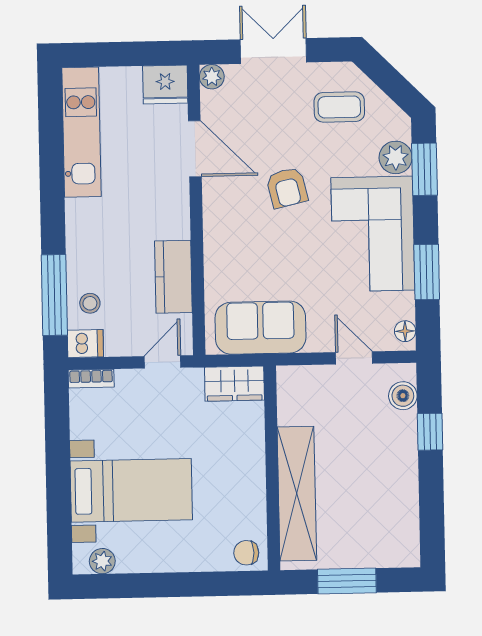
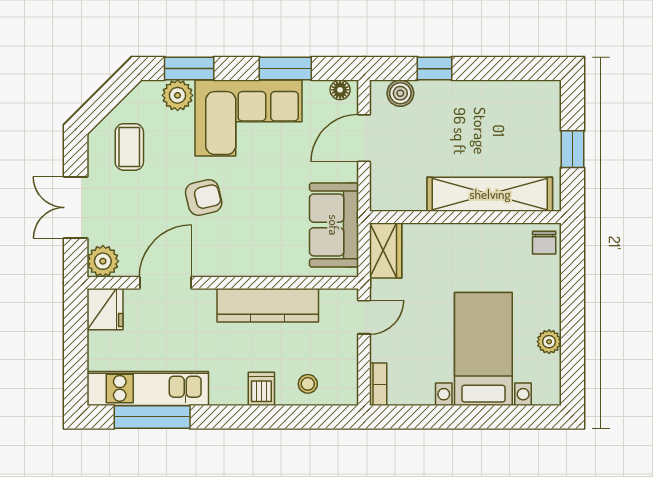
plant: (212, 77) -> (103, 261), width x1.38, depth x1.38
kitchen counter: (173, 277) -> (268, 305), width x1.50
window: (54, 295) -> (152, 417), moved
dishwasher: (85, 344) -> (261, 389), moved
door: (354, 358) -> (364, 138), width x1.38
door: (163, 362) -> (364, 317), swing flipped
plant: (102, 561) -> (549, 342), moved
window: (347, 581) -> (572, 149), width x0.67

